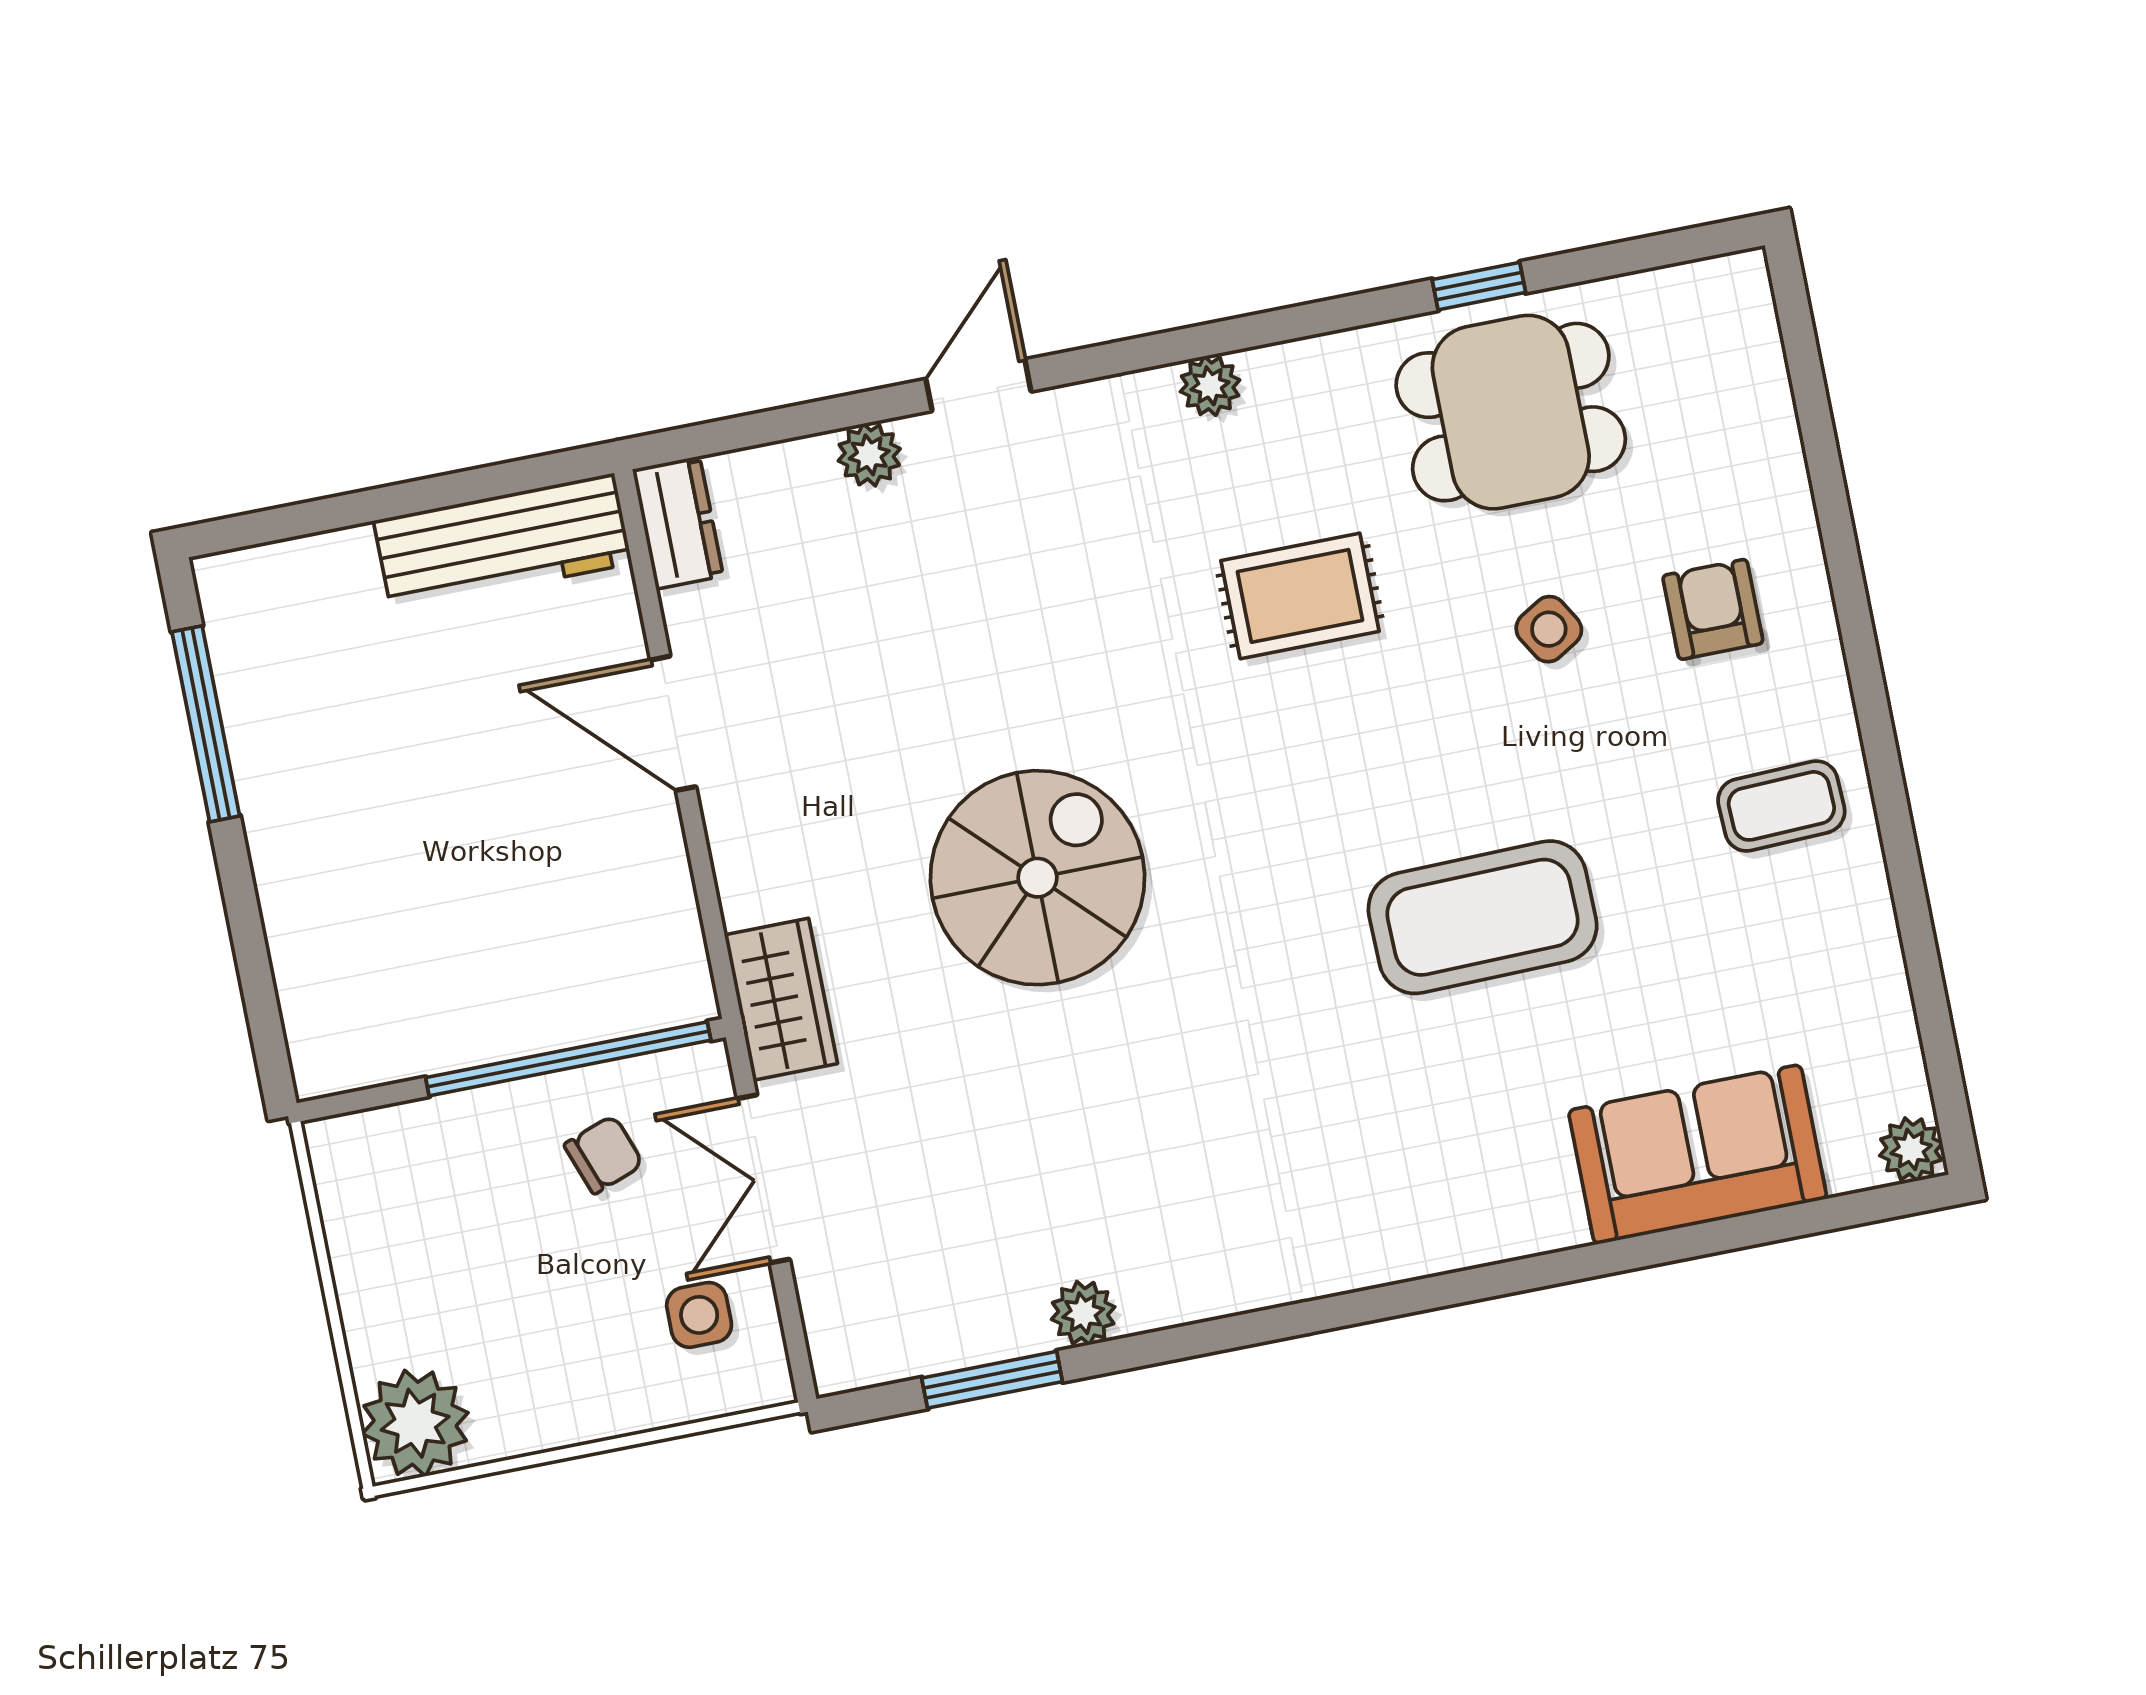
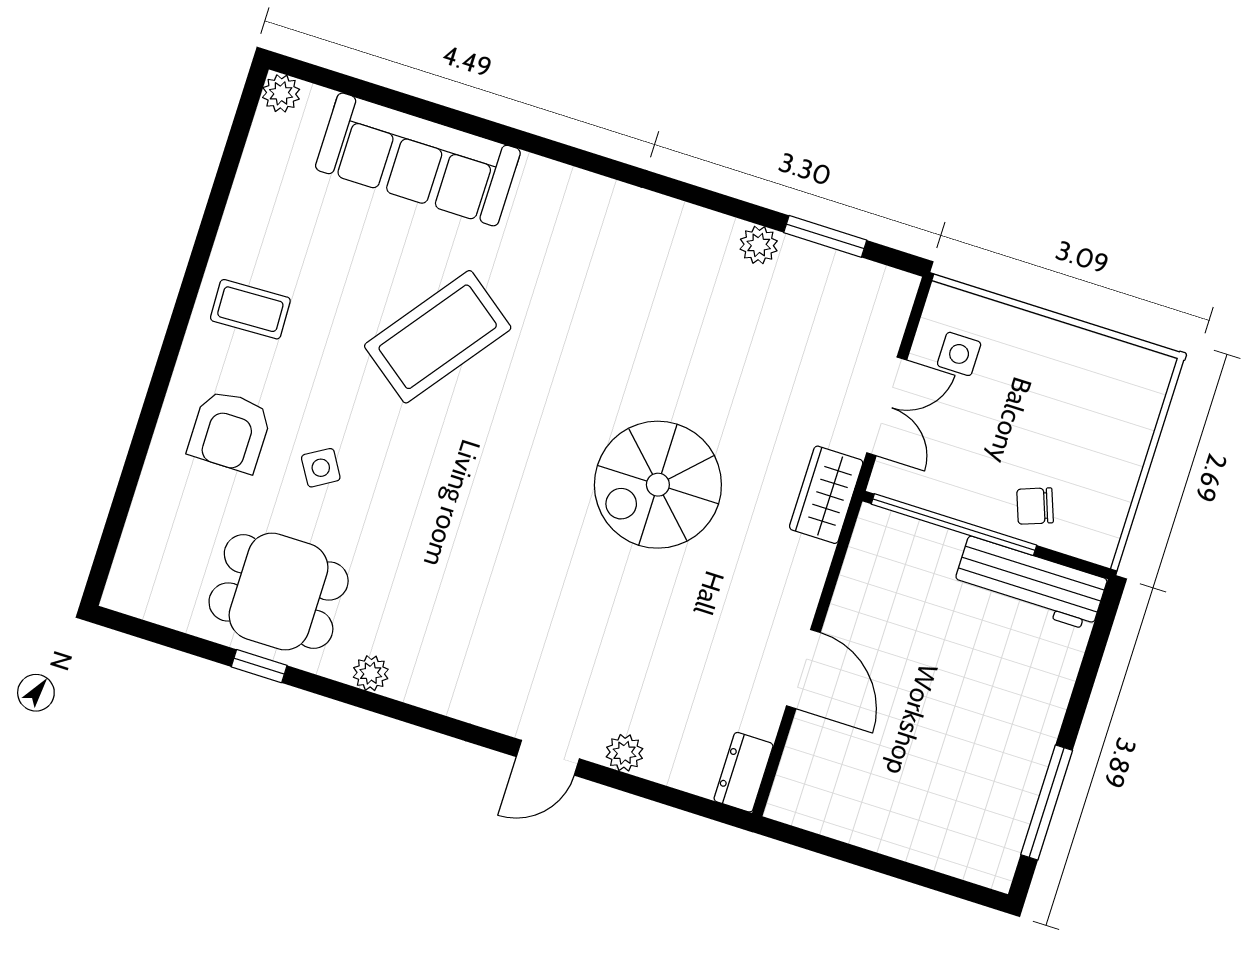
plant: (1210, 386) -> (371, 673), moved
workbench: (503, 542) -> (1030, 583), moved, turned 180
rug: (1300, 596) -> (441, 556), removed
armchair: (1713, 609) -> (230, 431), width x1.38, depth x1.38
coffee table: (1483, 917) -> (438, 337), turned -52
chair: (604, 1154) -> (1035, 506), moved
sofa: (1698, 1155) -> (418, 159), width x1.36
plant: (415, 1423) -> (1138, 379), removed

